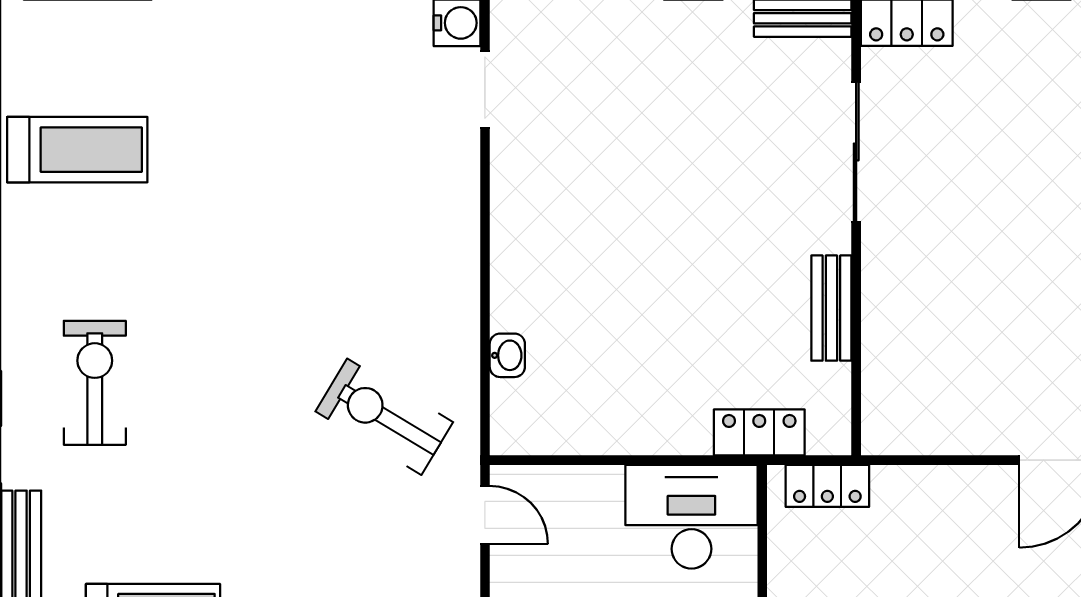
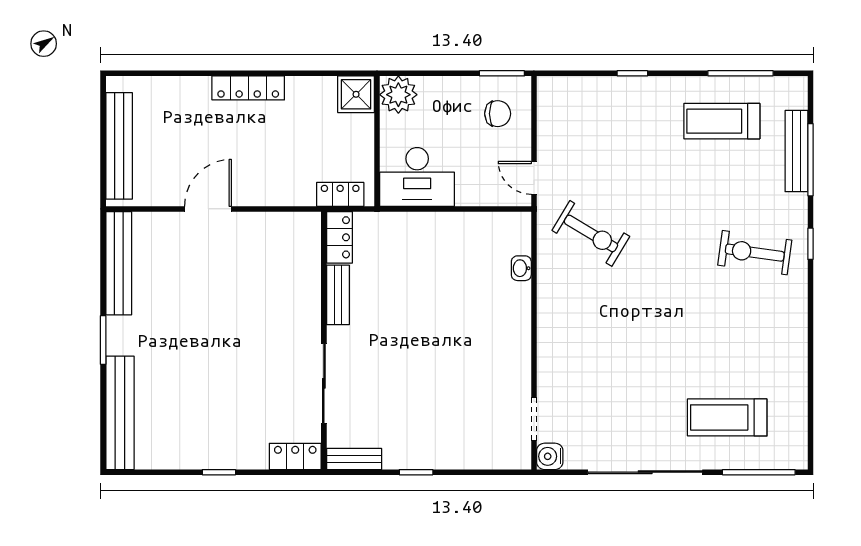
treadmill: (77, 150) -> (727, 417), moved
exercise bike: (95, 383) -> (755, 253), turned 98
locker: (759, 432) -> (340, 237), moved, turned -90

